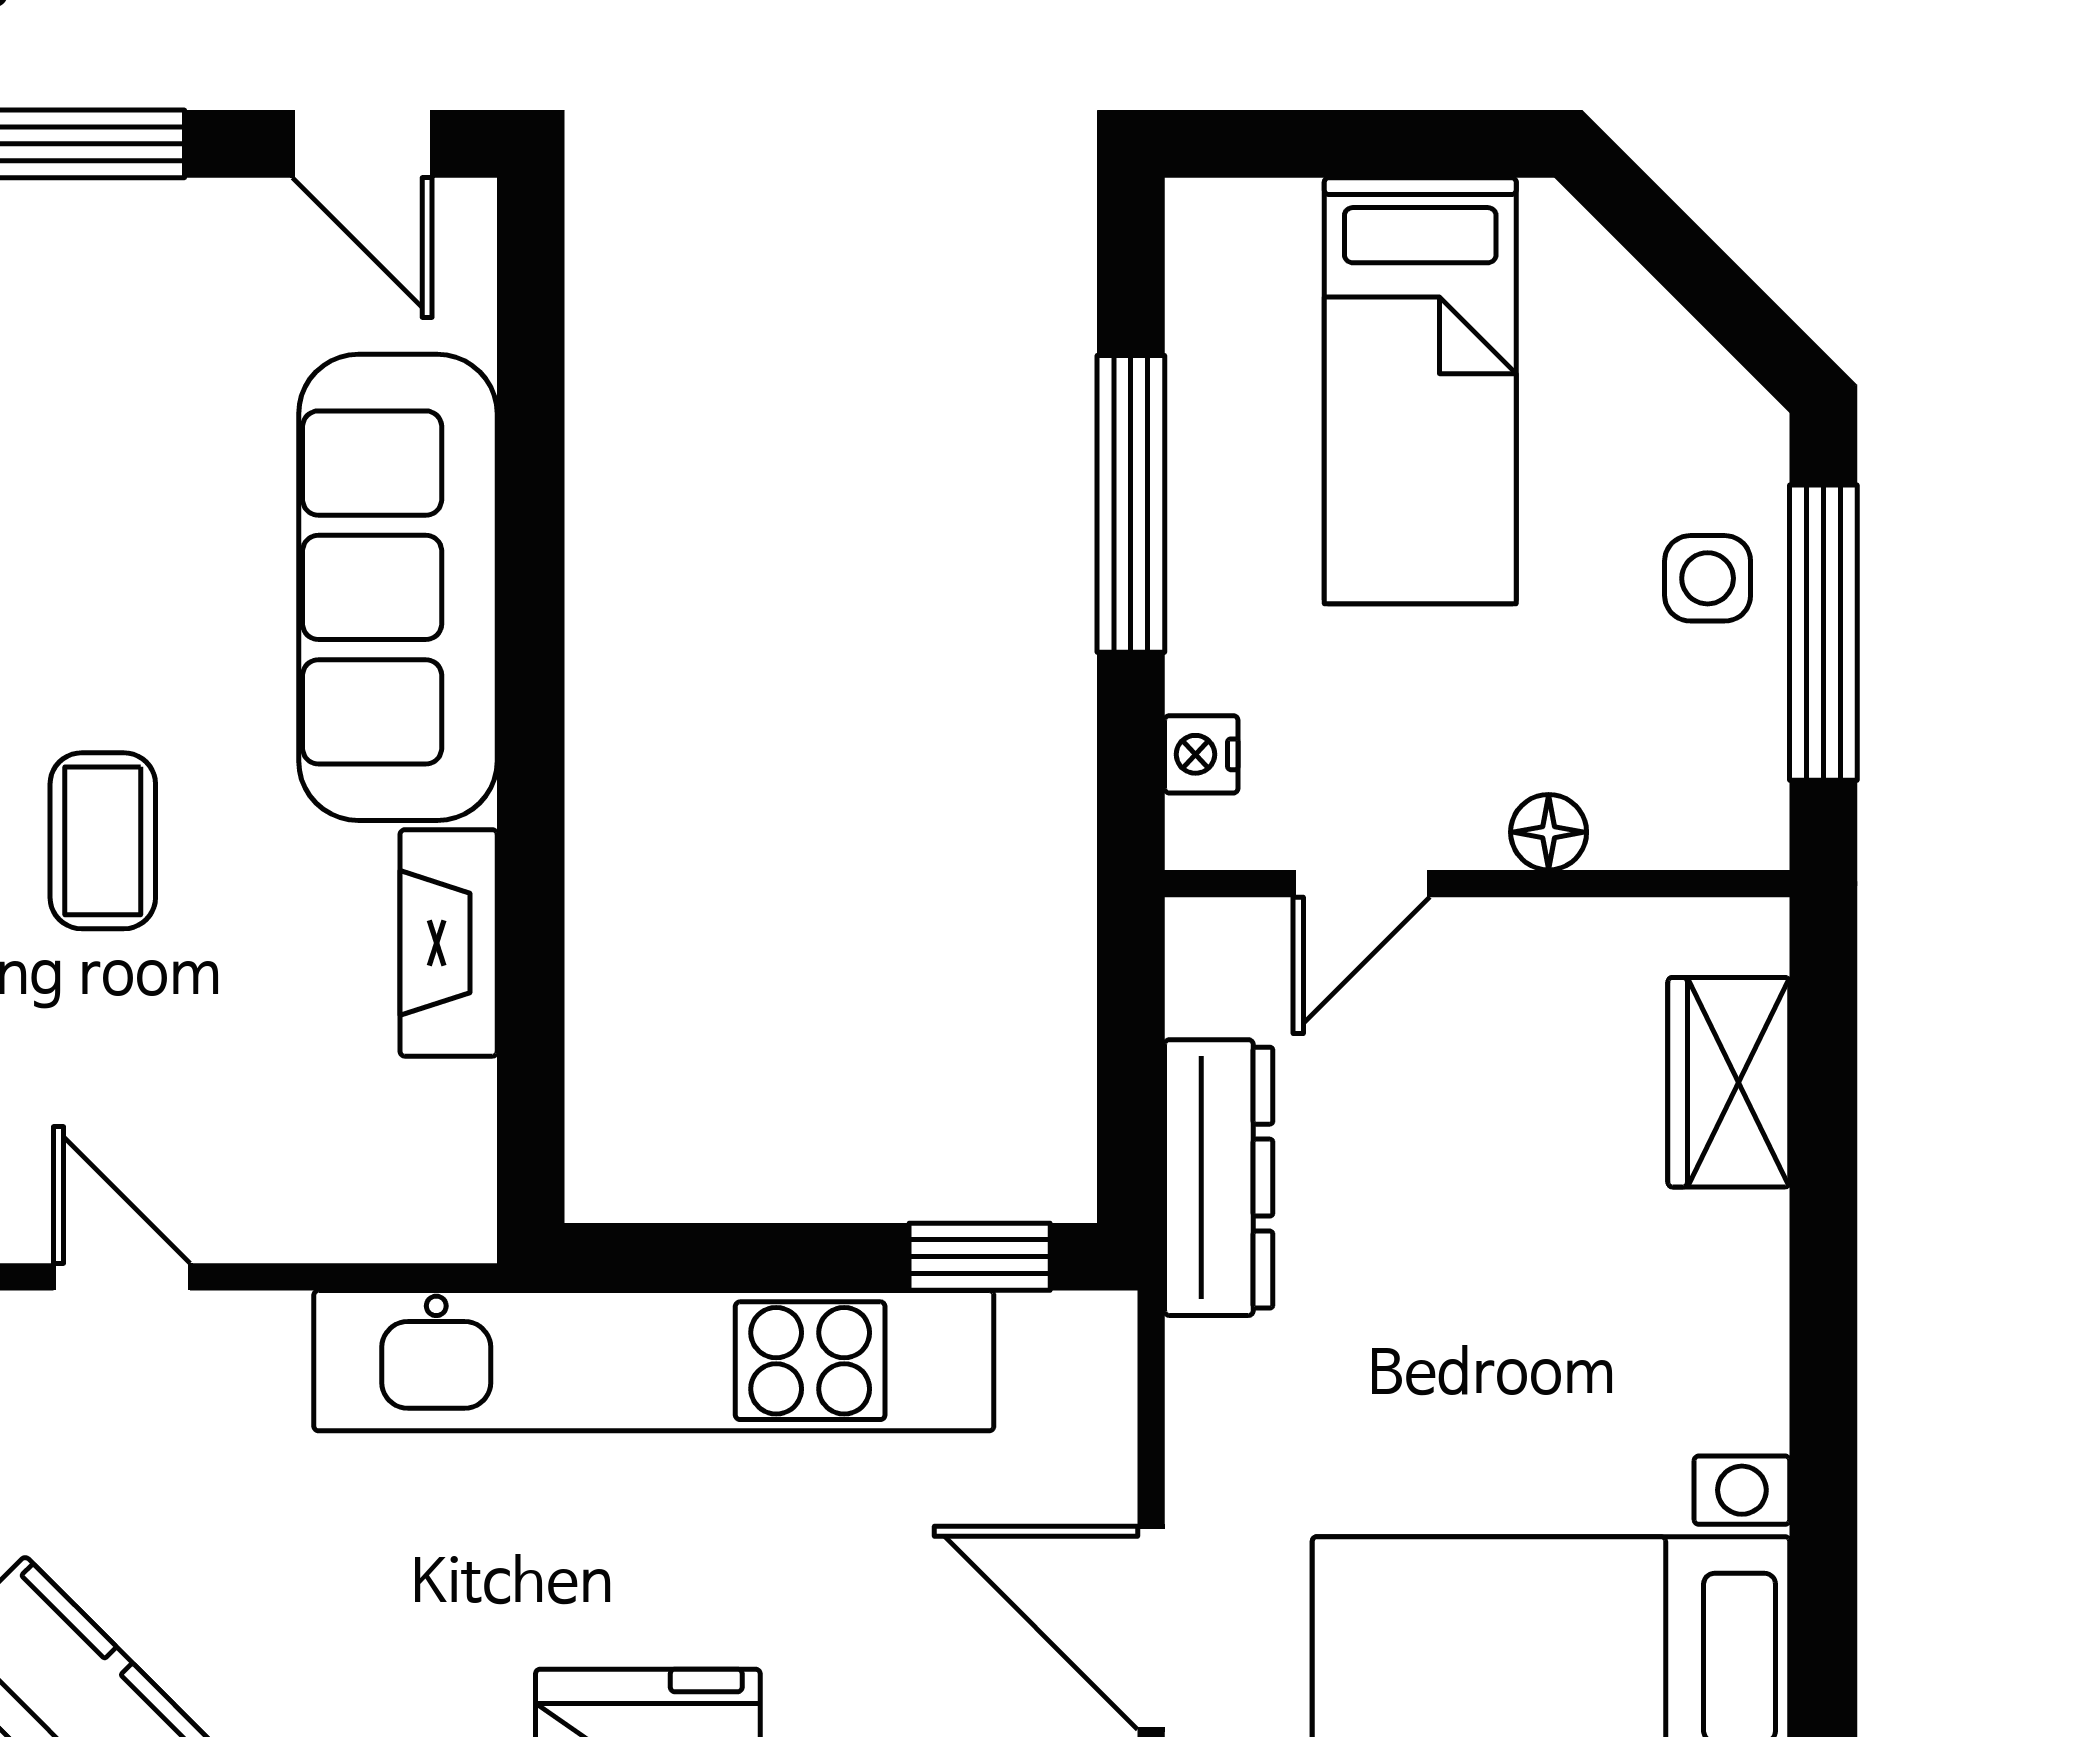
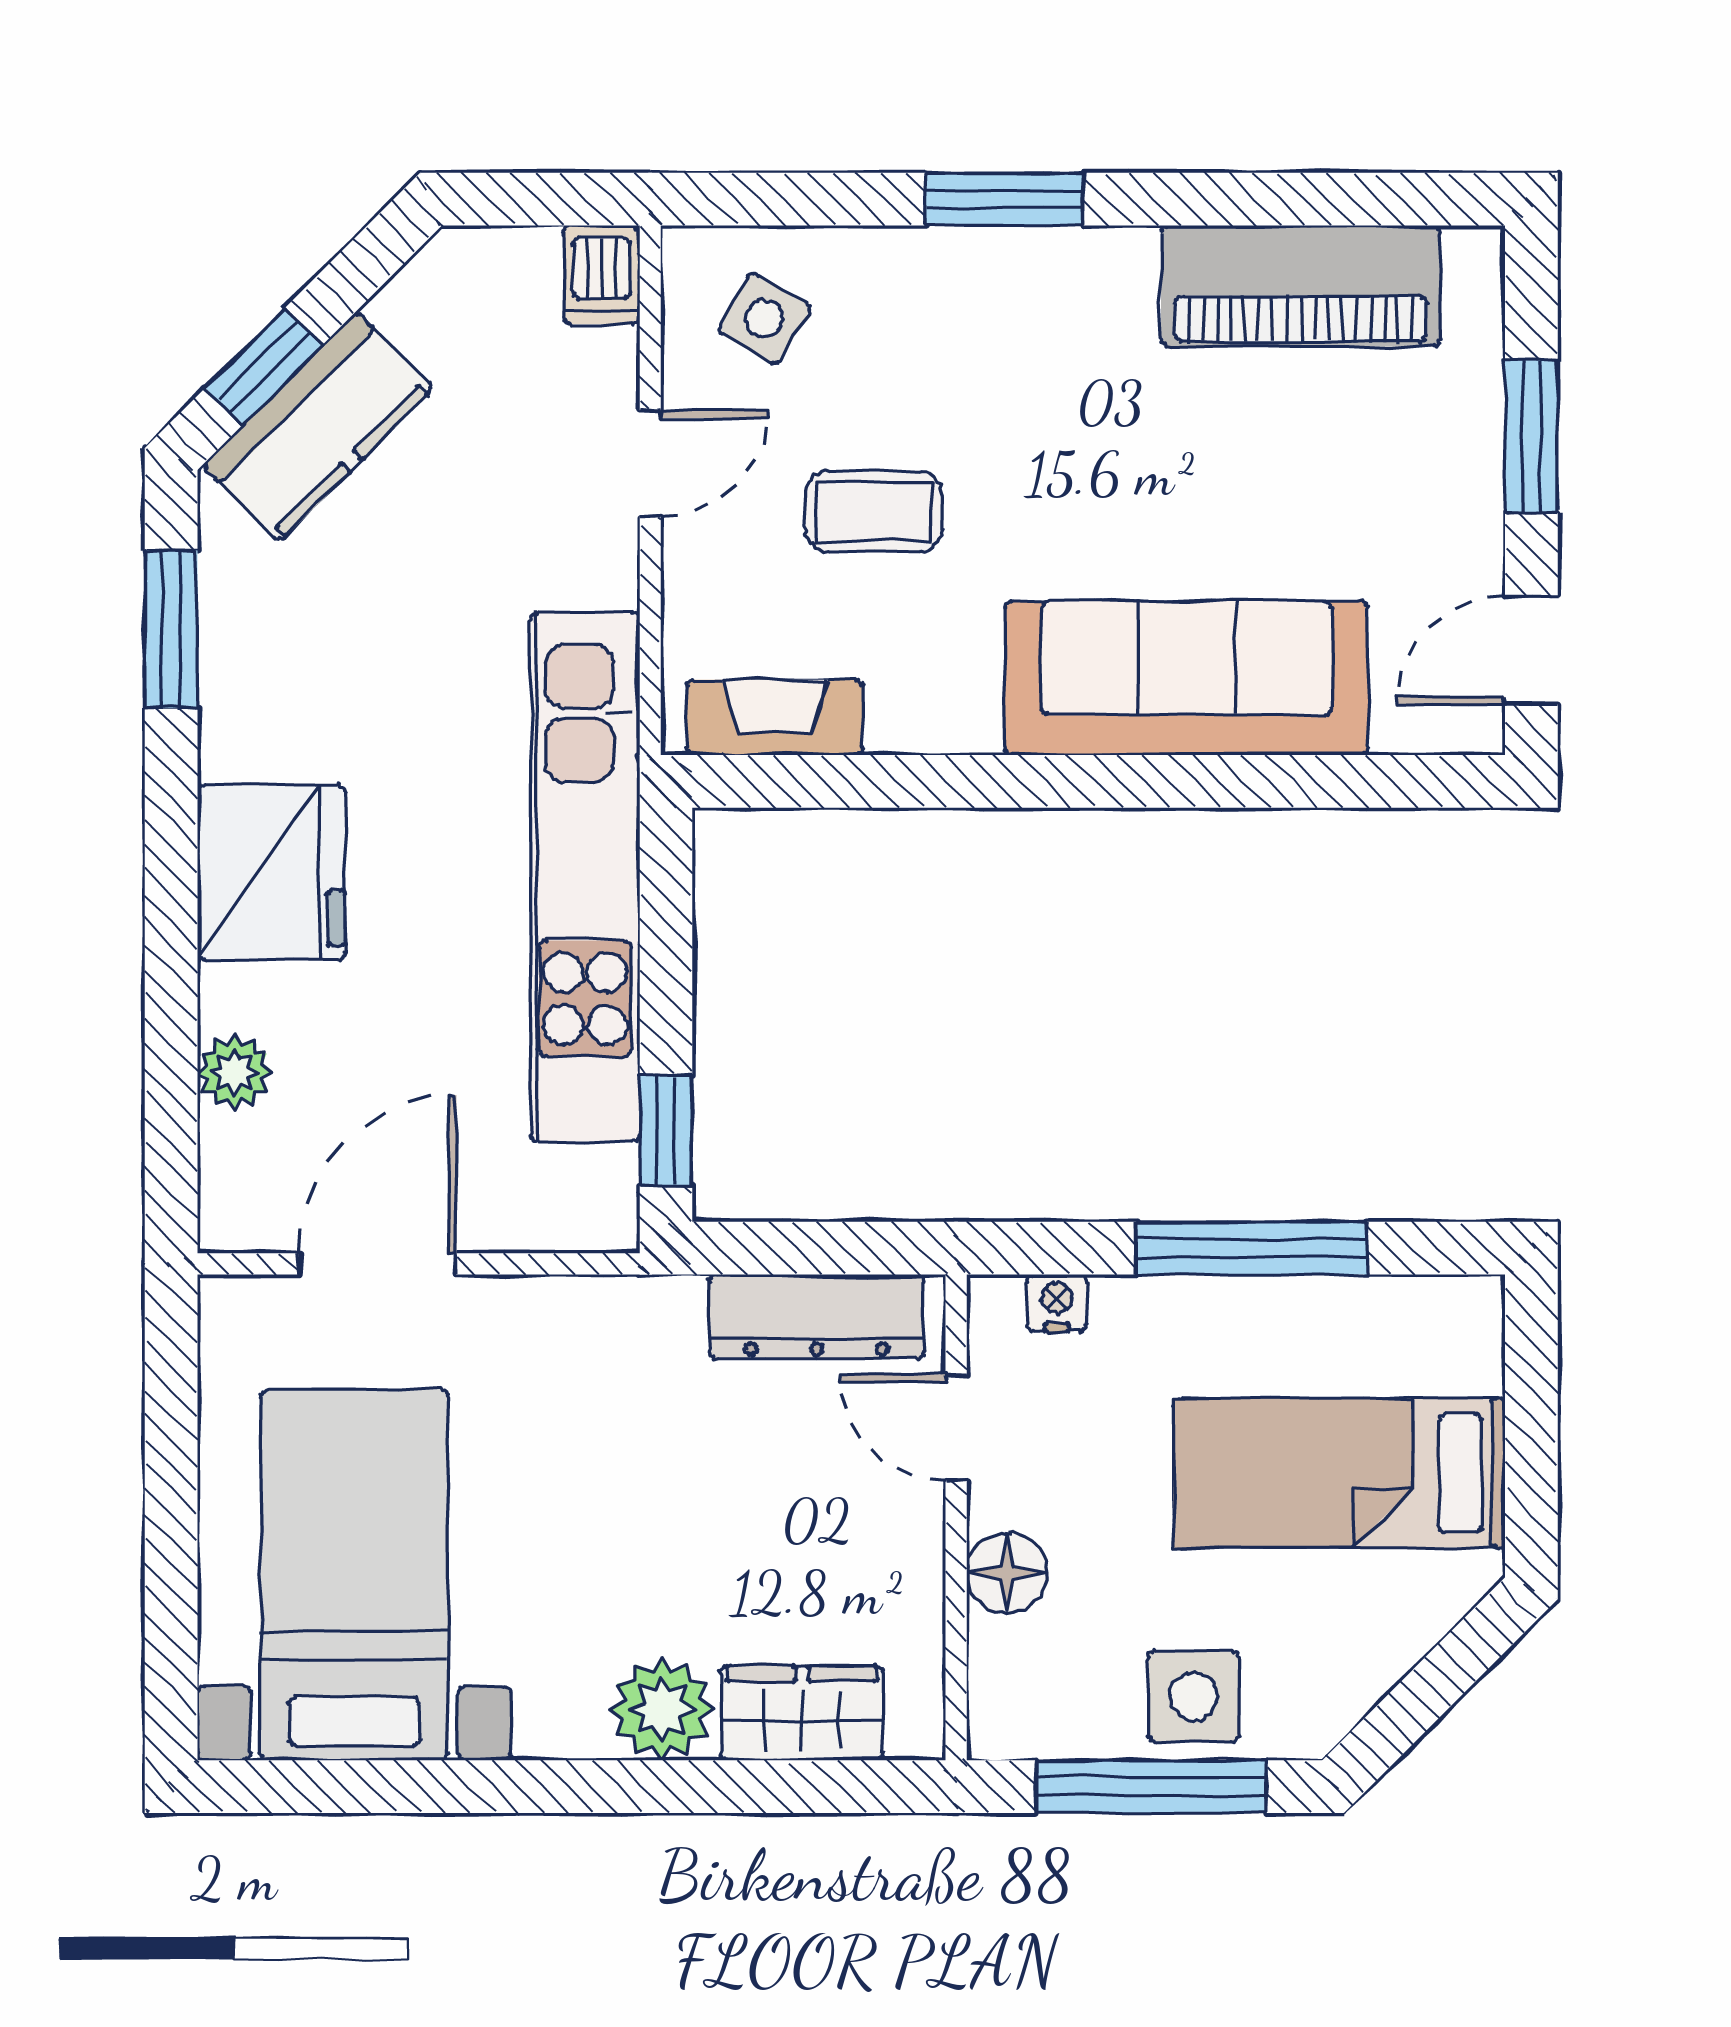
side table: (1708, 578) -> (1194, 1697), width x1.37, depth x1.37
floor lamp: (1549, 832) -> (1007, 1573), width x1.37, depth x1.37
coffee table: (103, 841) -> (874, 511), moved
fireplace: (449, 943) -> (775, 718), moved
dresser: (1219, 1178) -> (817, 1316), moved
plant: (1724, 1262) -> (662, 1709), added

